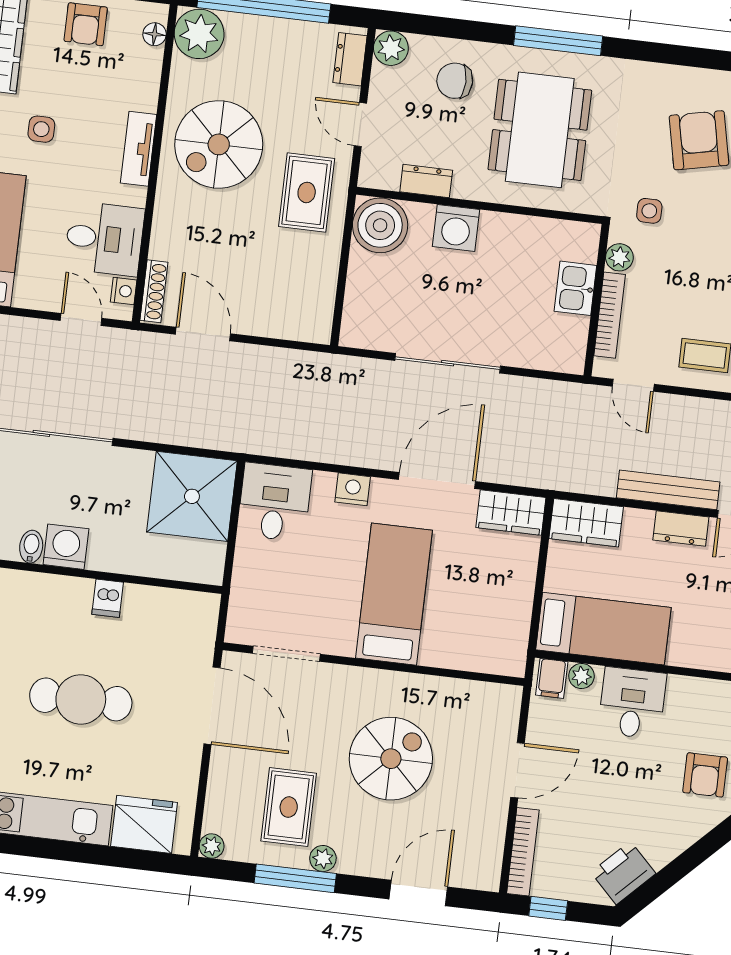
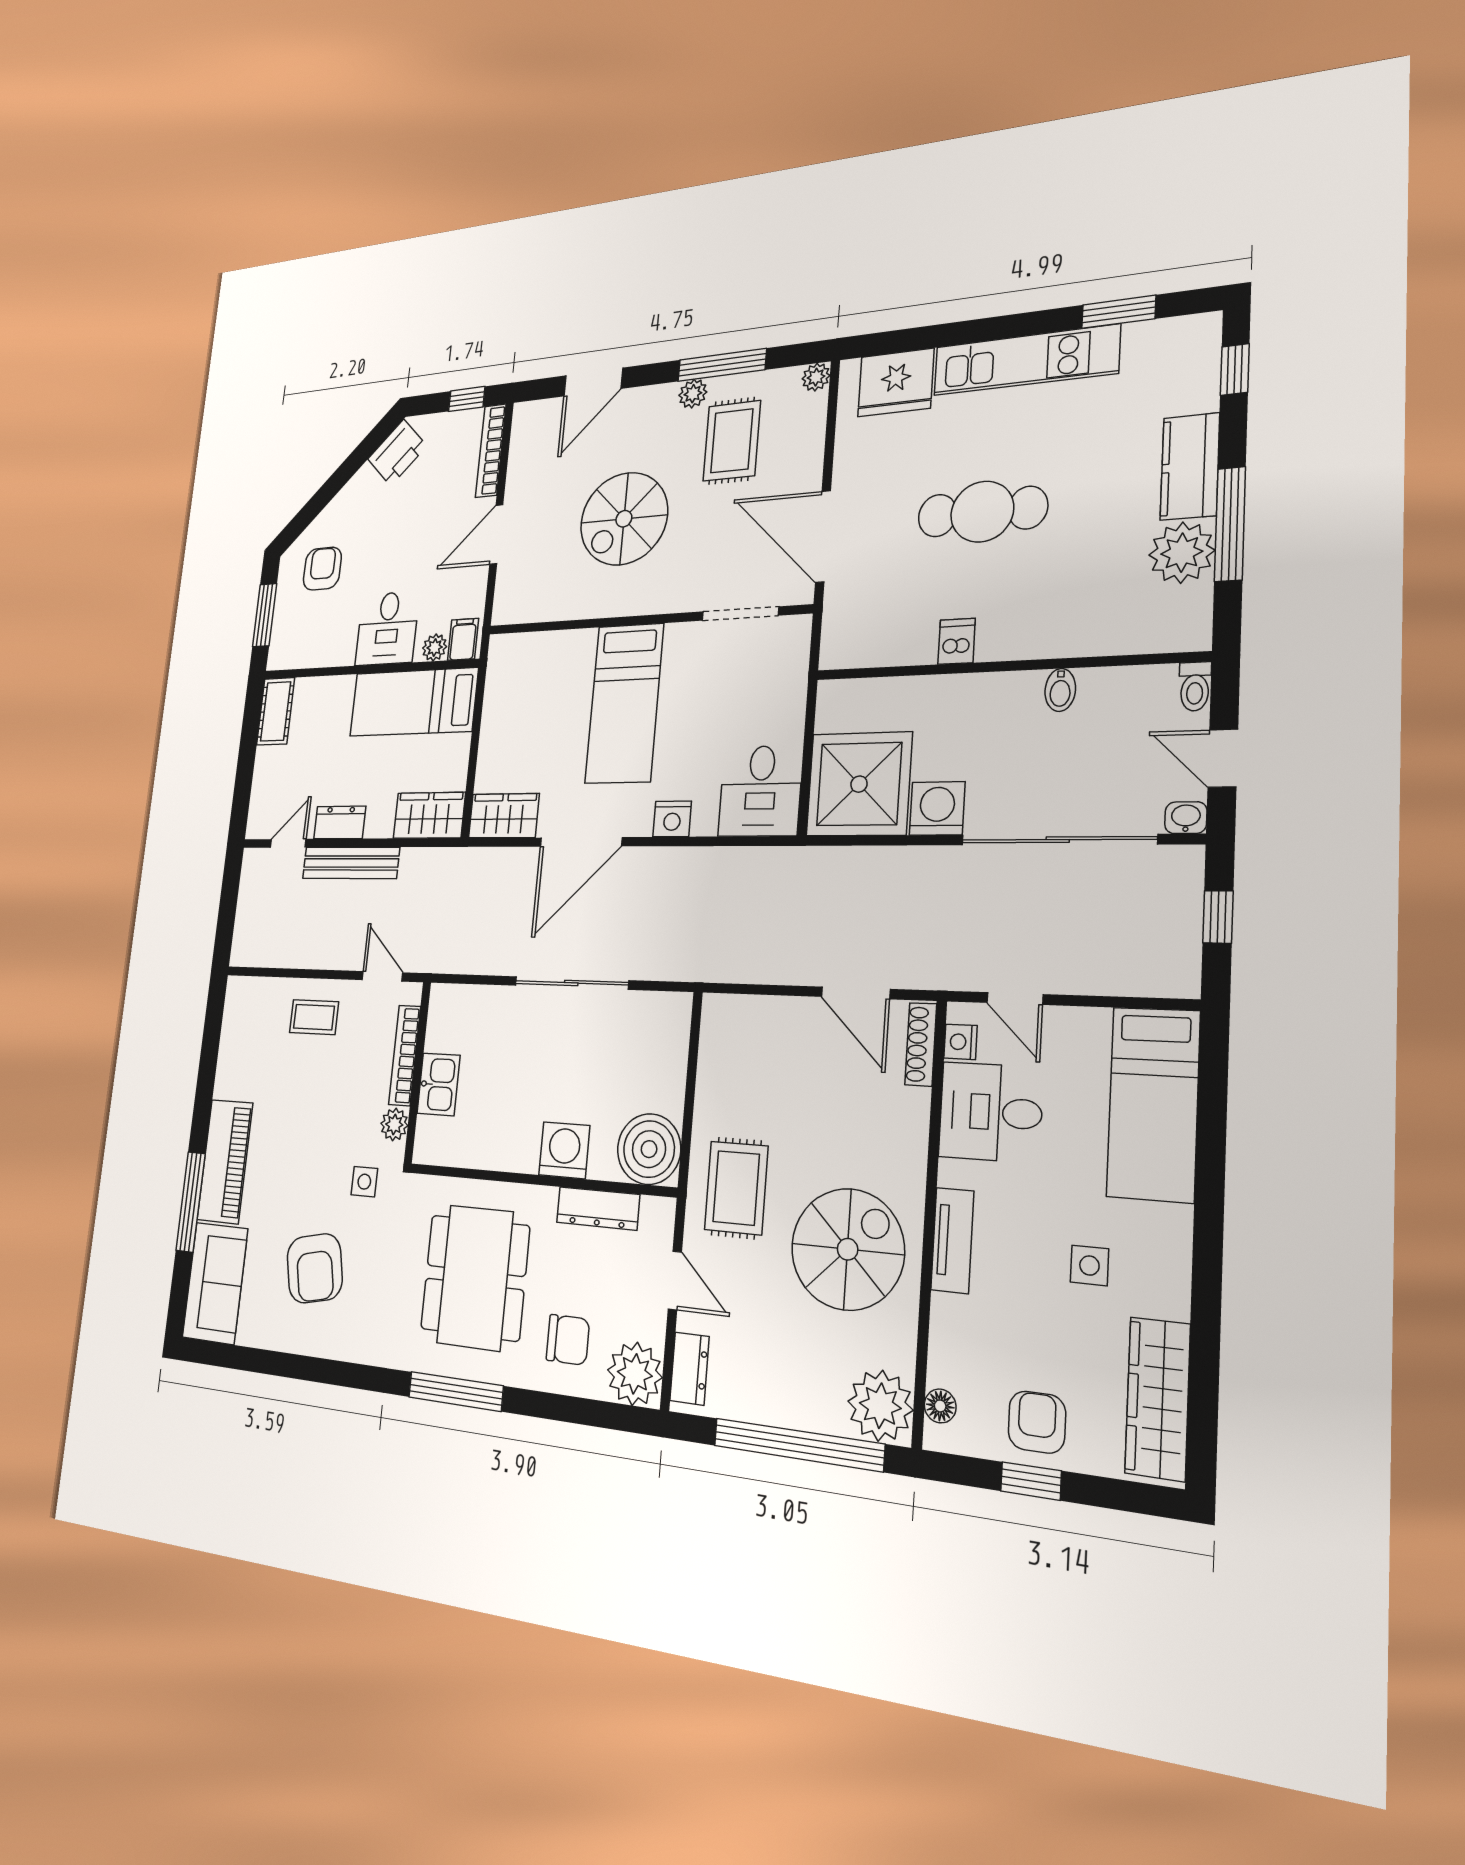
plant: (391, 48) -> (635, 1374), width x1.36, depth x1.36
dresser: (426, 181) -> (598, 1208), width x1.44
washing machine: (66, 547) -> (937, 808), moved, turned 180

